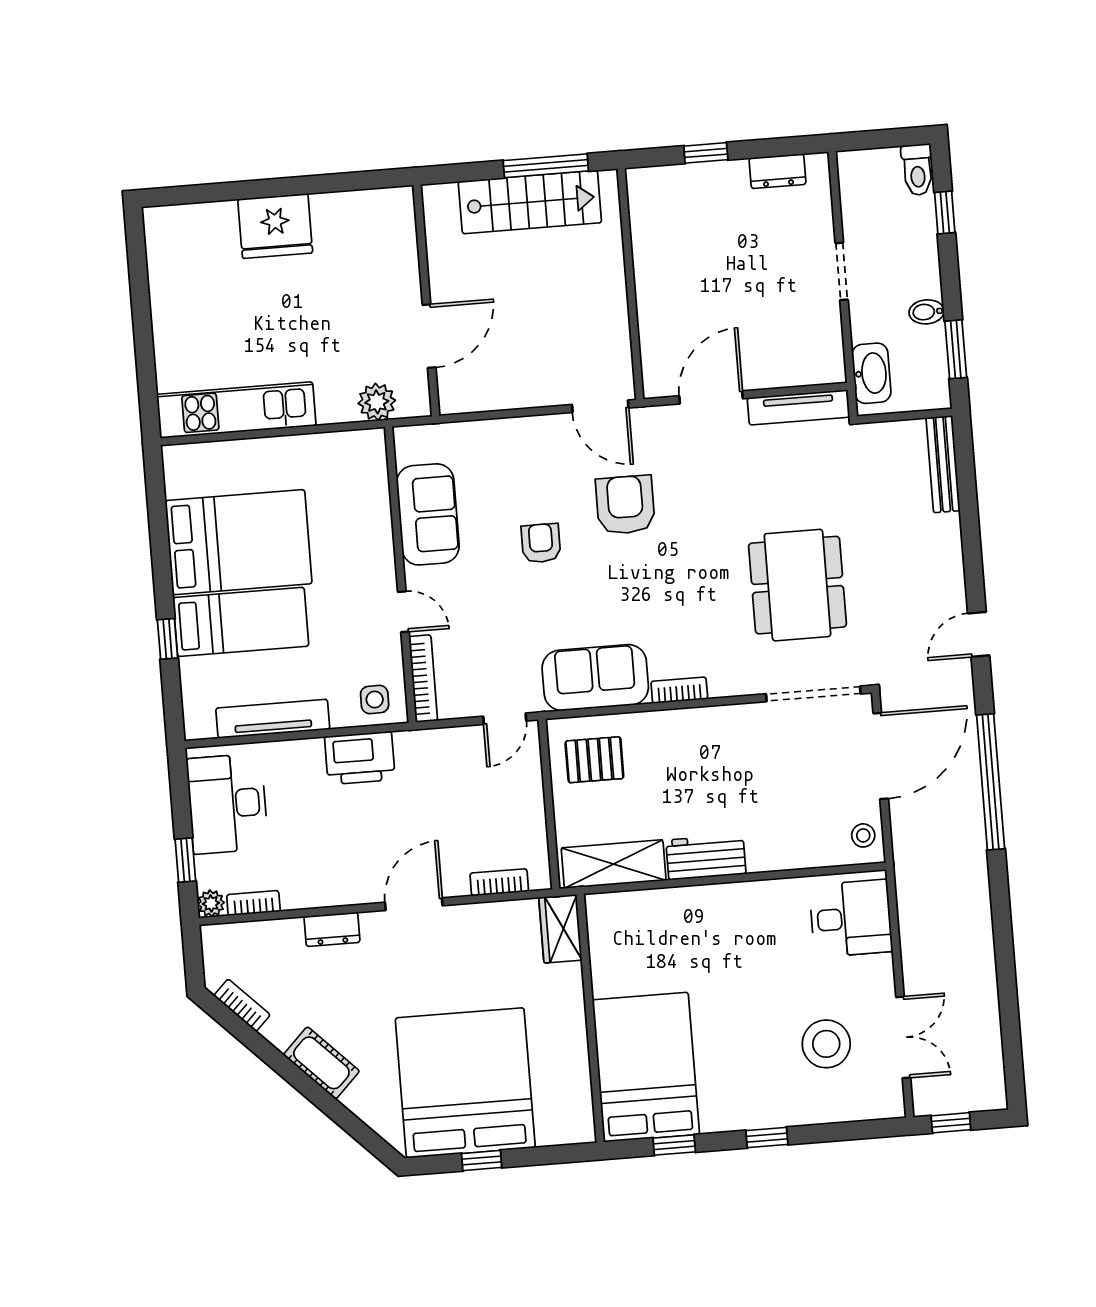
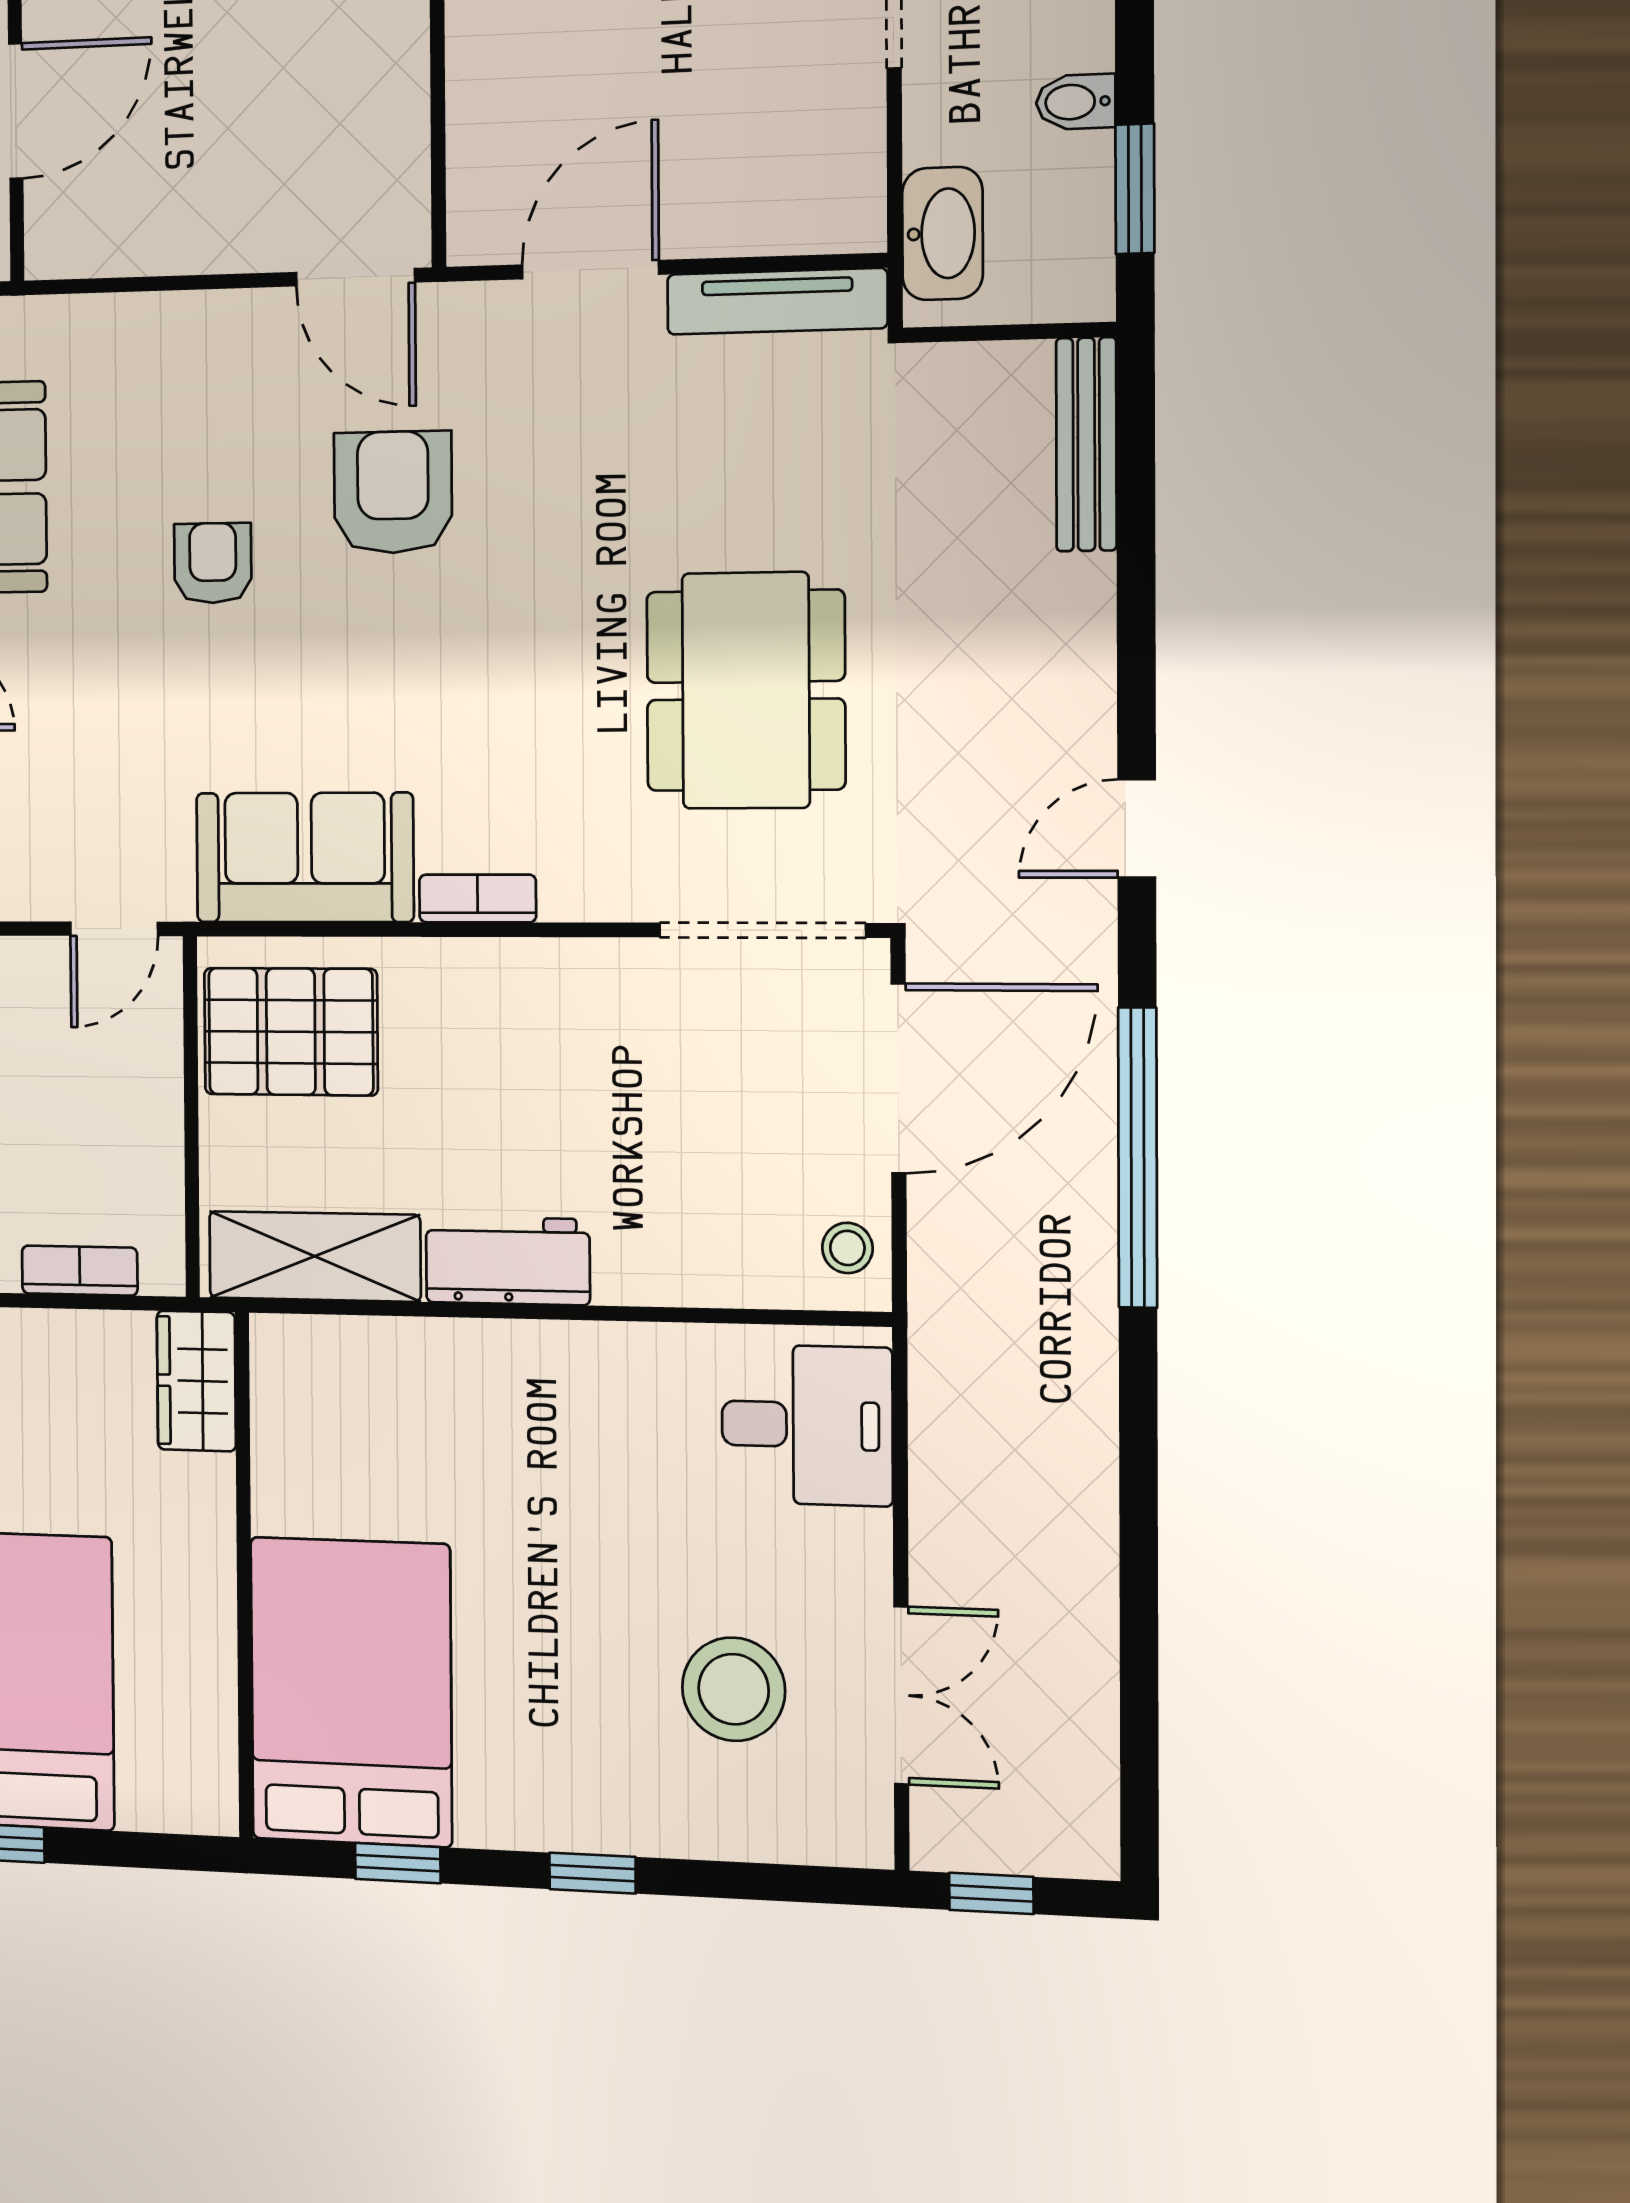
pallet: (594, 760) -> (291, 1032), width x1.50, depth x1.42

